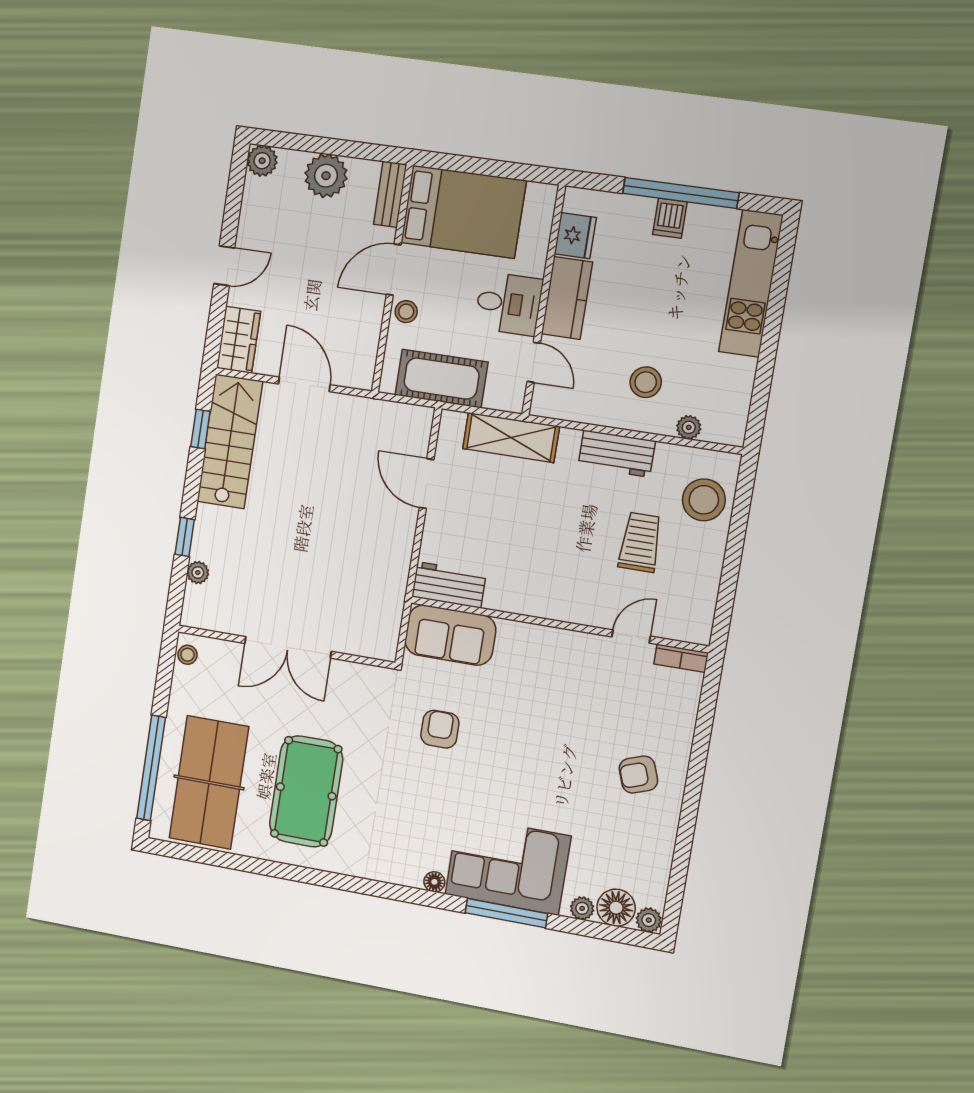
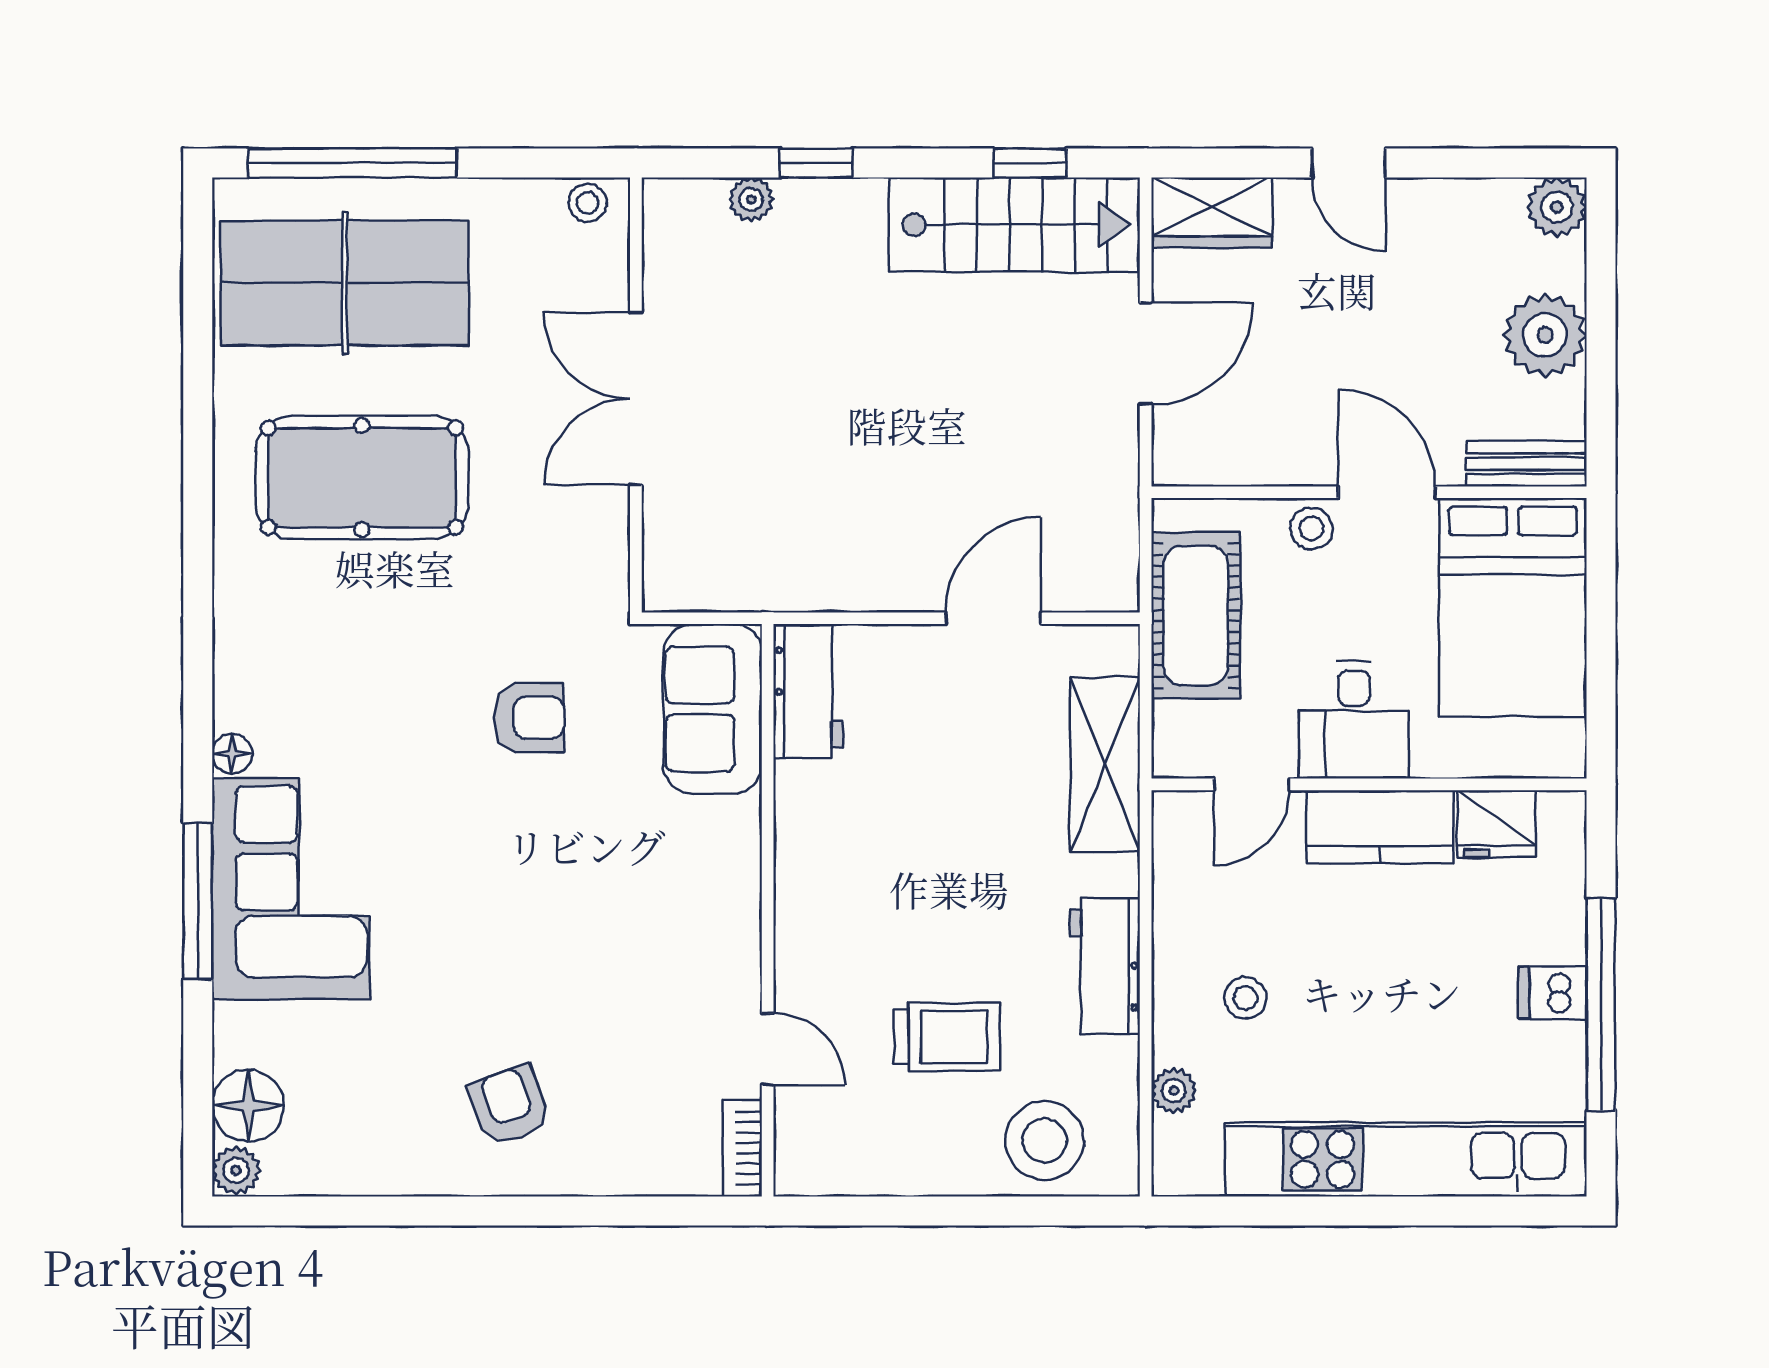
kitchen unit: (751, 283) -> (1406, 1159), width x1.36
stool: (646, 382) -> (1245, 998), width x0.73, depth x0.73
plant: (582, 908) -> (235, 1042), removed

